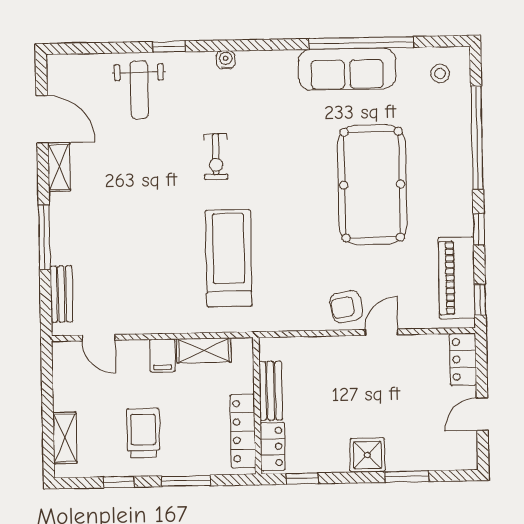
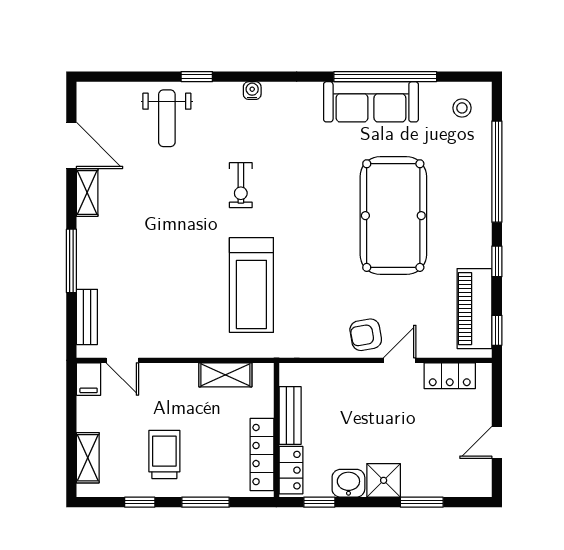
treadmill: (229, 258) -> (251, 285), turned 180
filing cabinet: (162, 356) -> (89, 379), moved
locker: (463, 359) -> (450, 376), moved, turned -90
washbasin: (332, 459) -> (348, 483), added

